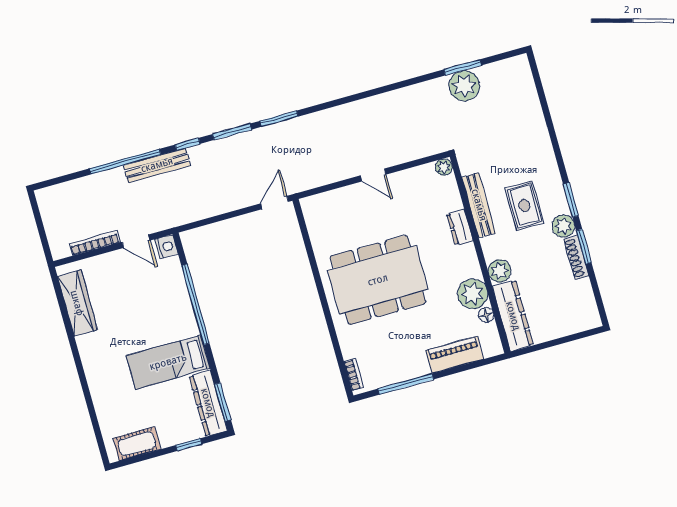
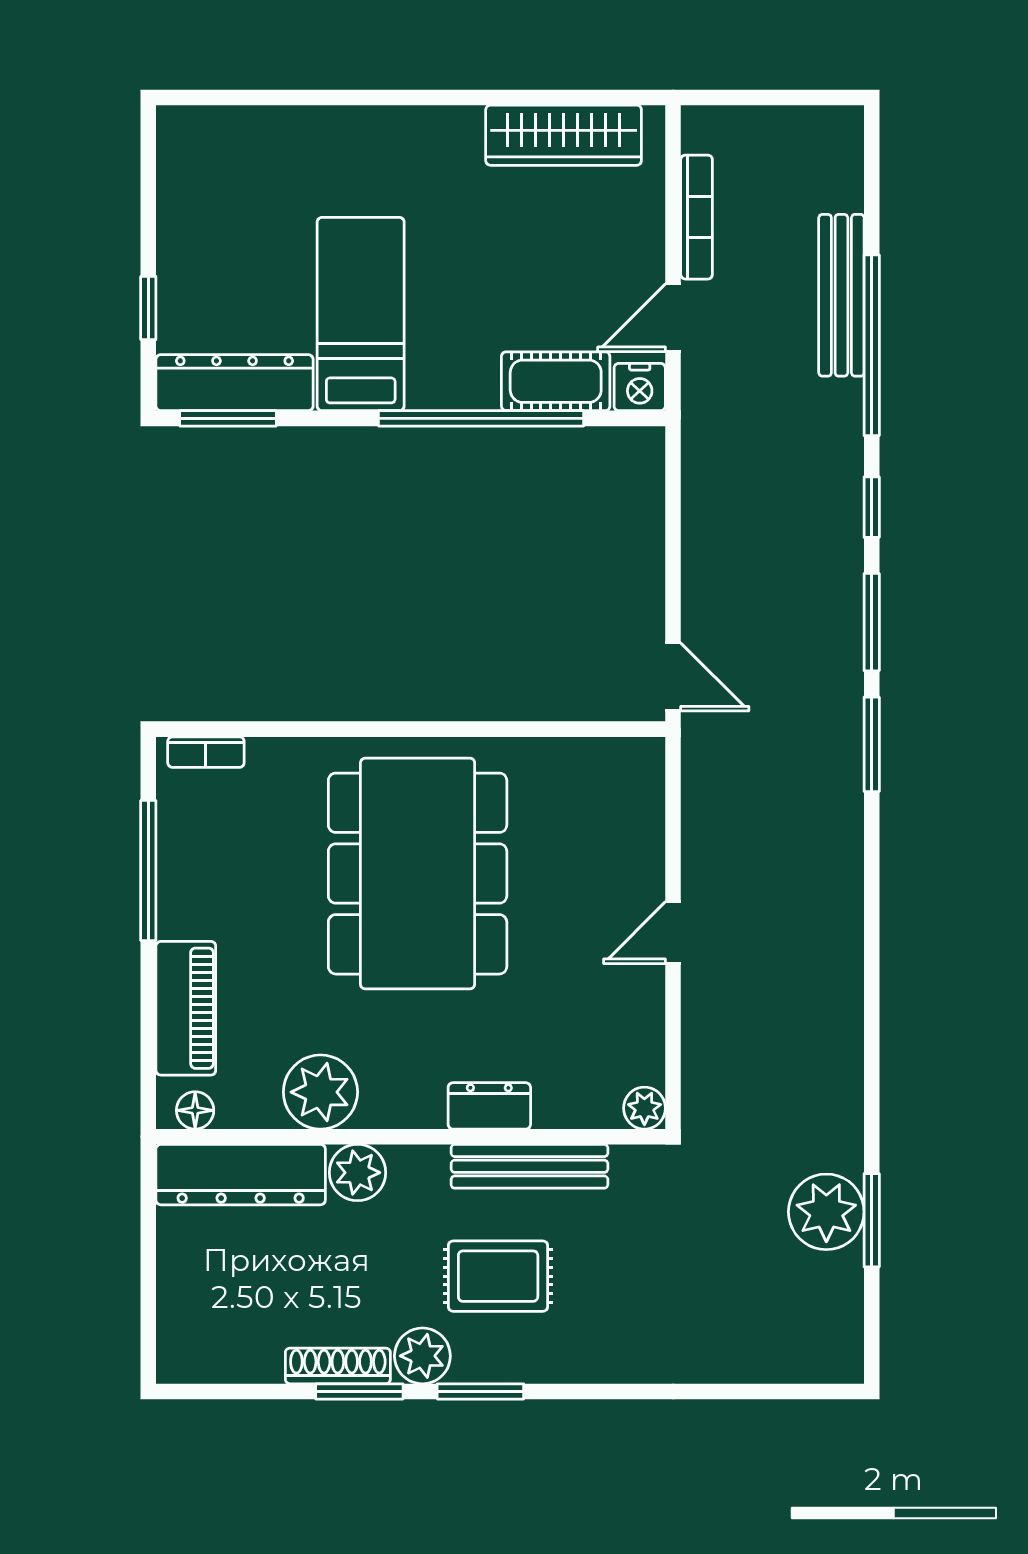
bench: (157, 165) -> (841, 295), moved
floor lamp: (486, 315) -> (195, 1110), moved
cot: (137, 444) -> (556, 381), moved, turned 90

